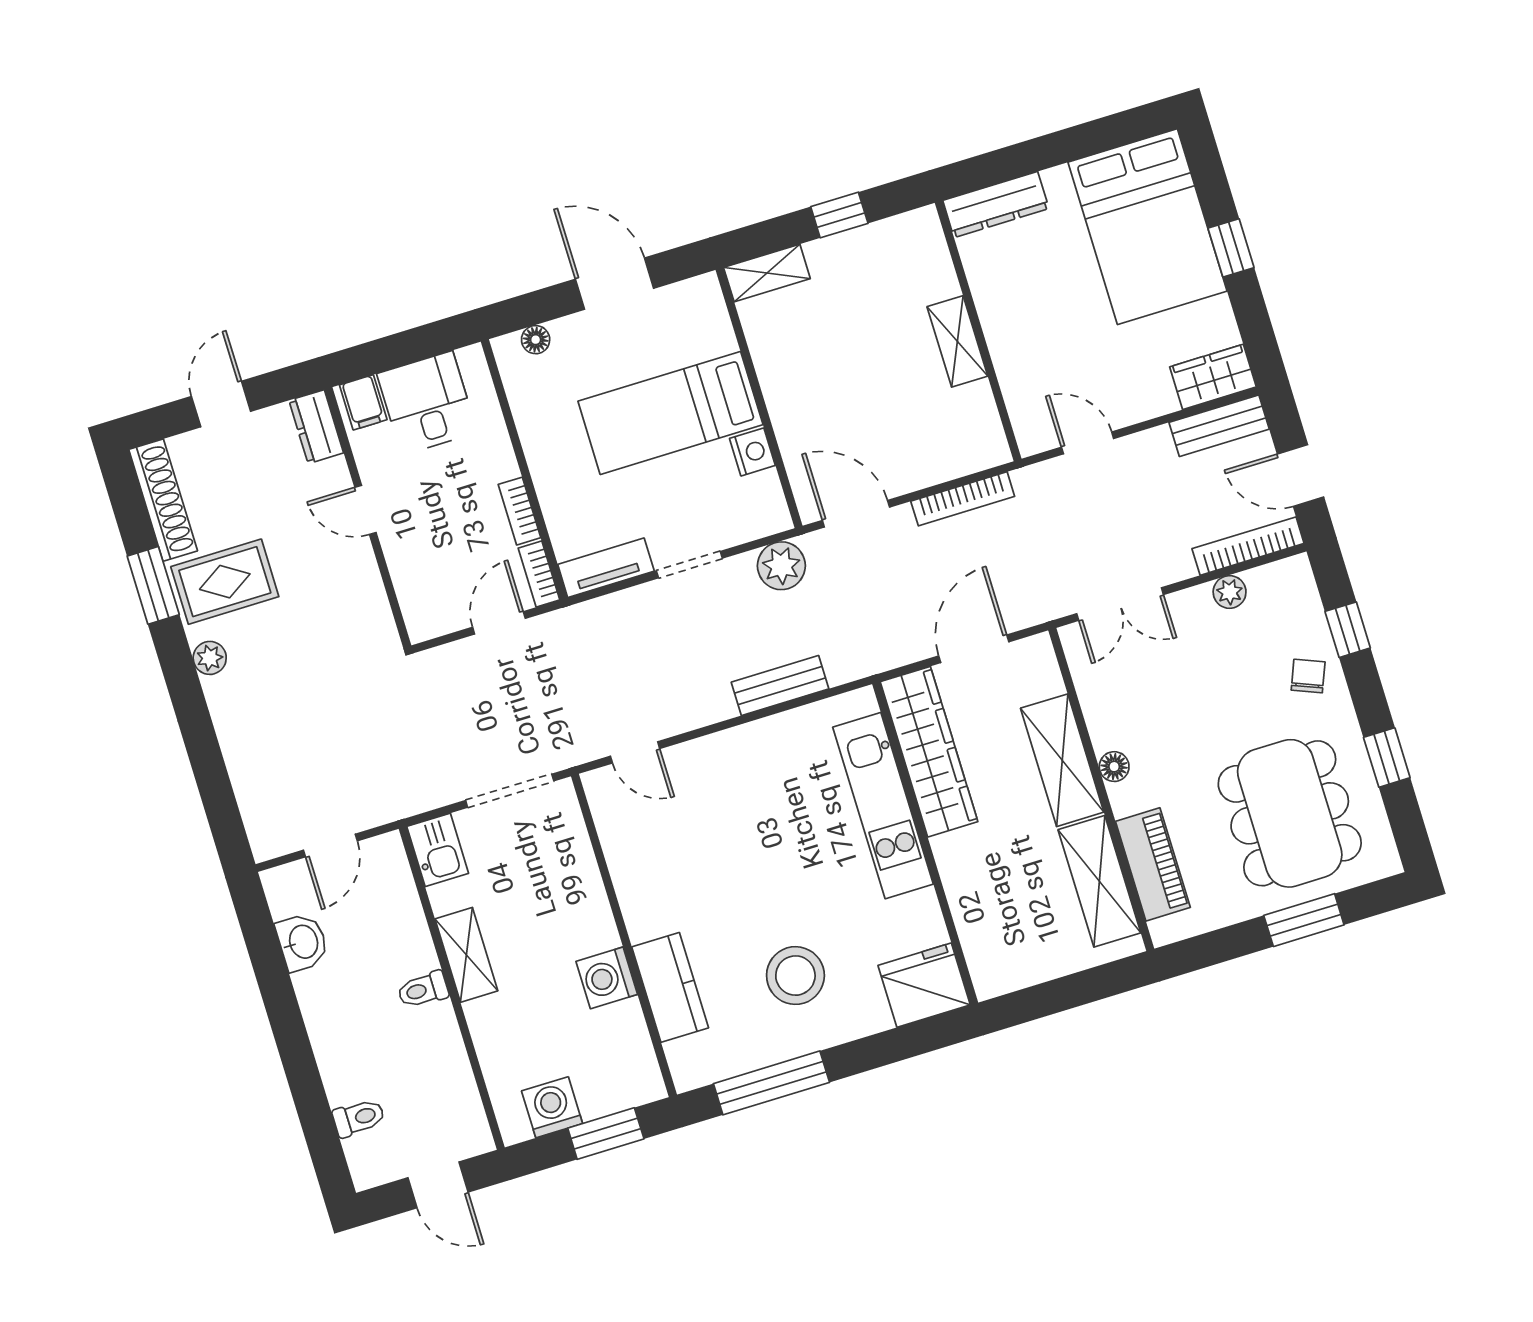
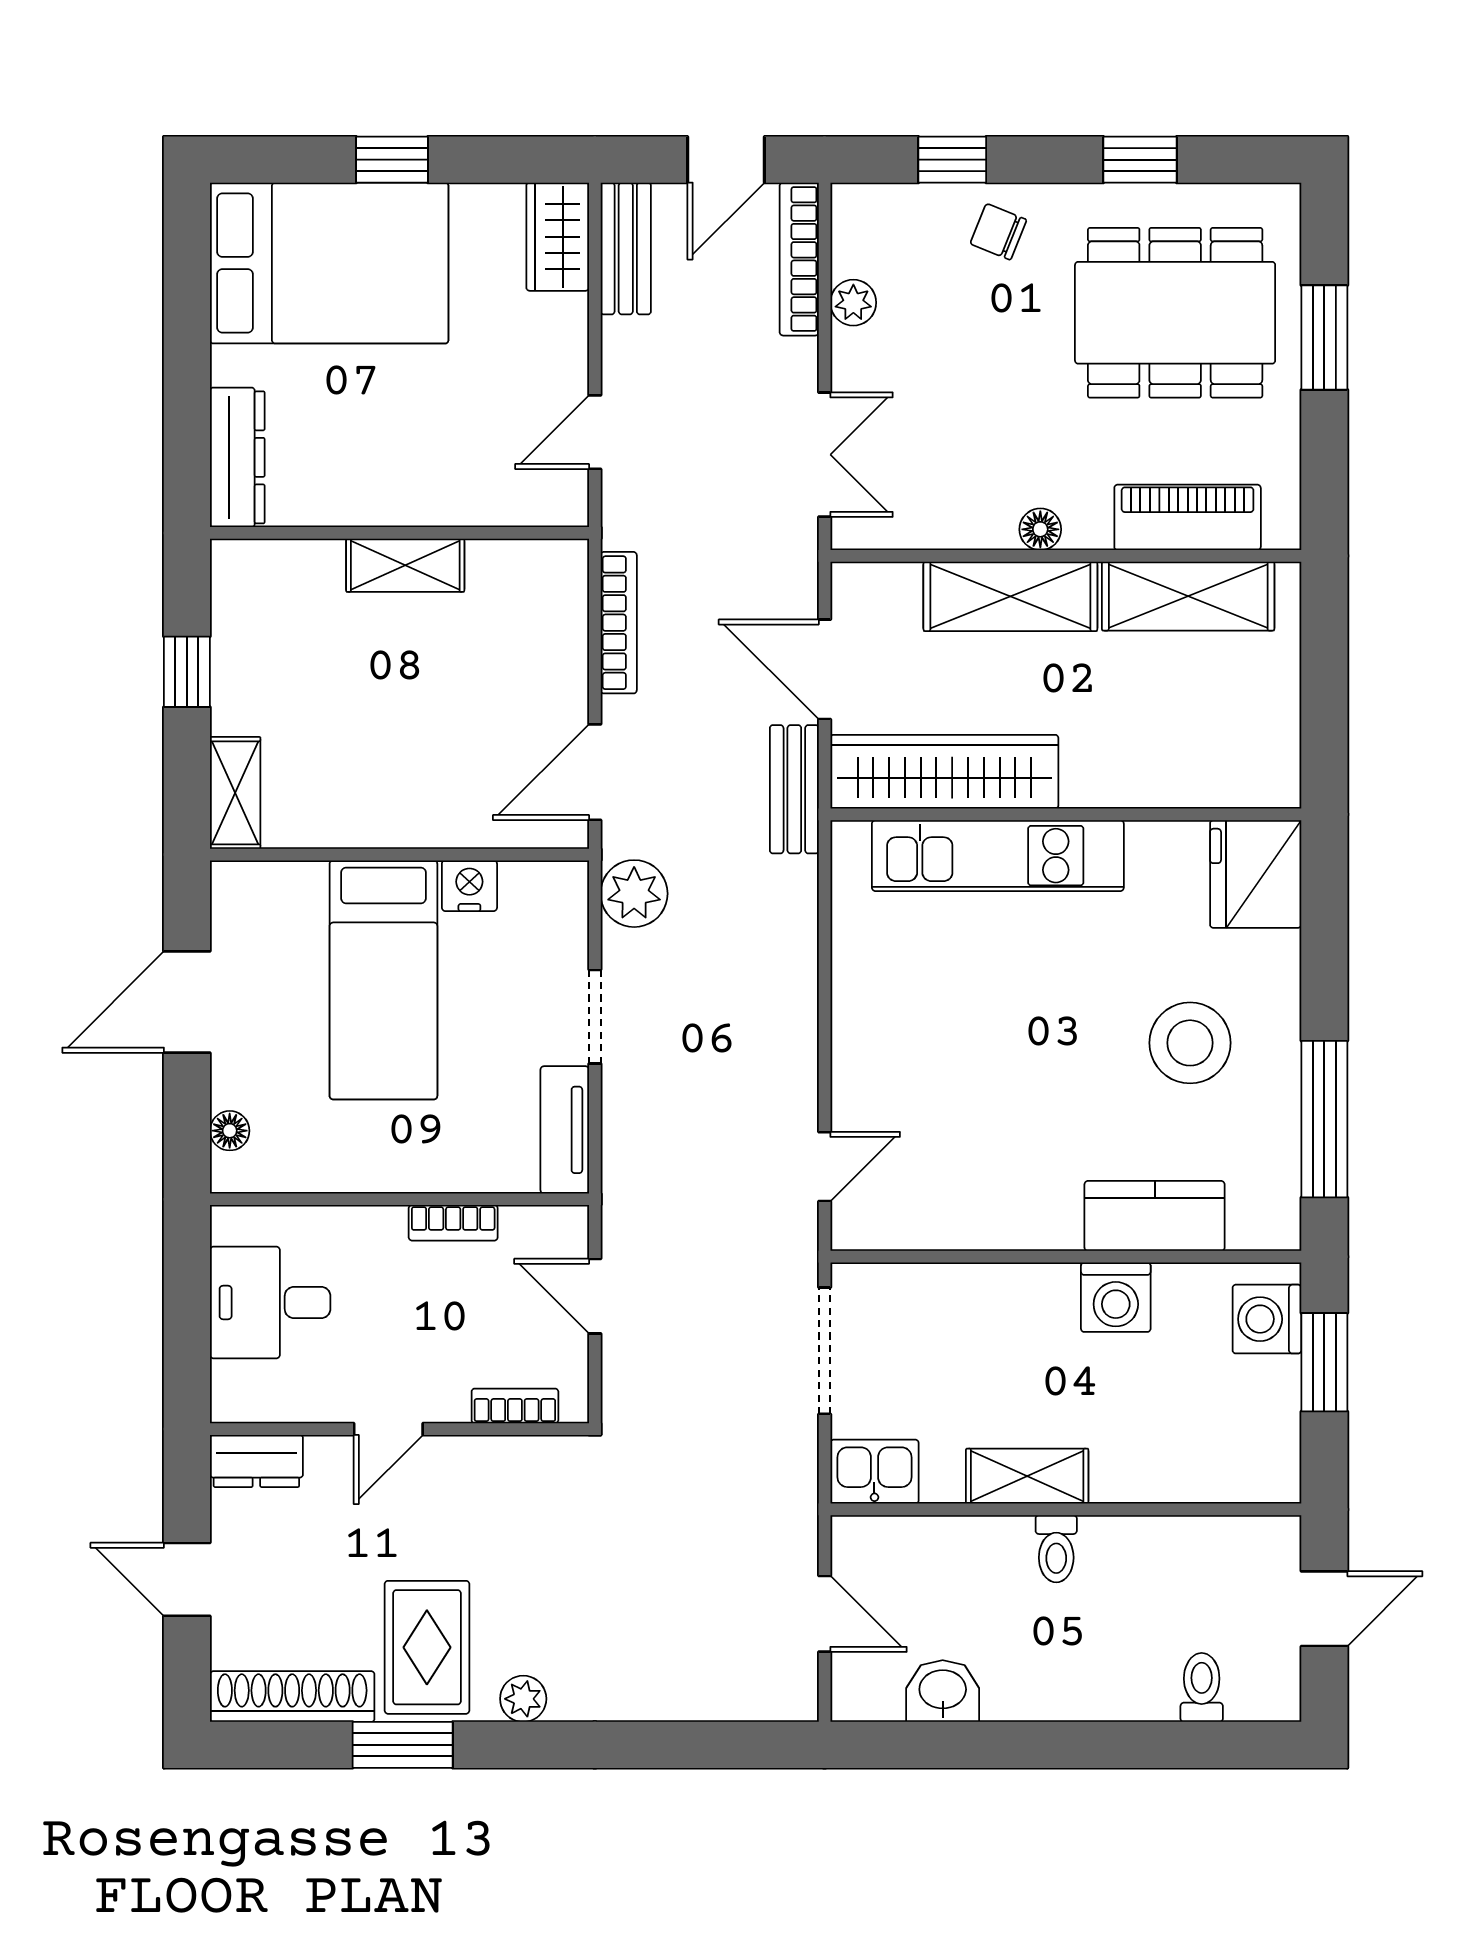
filing cabinet: (363, 402) -> (243, 1388), removed
bookcase: (539, 574) -> (515, 1406), moved, turned 180
bench: (780, 685) -> (794, 789), moved
washing machine: (552, 1107) -> (1267, 1319), moved

